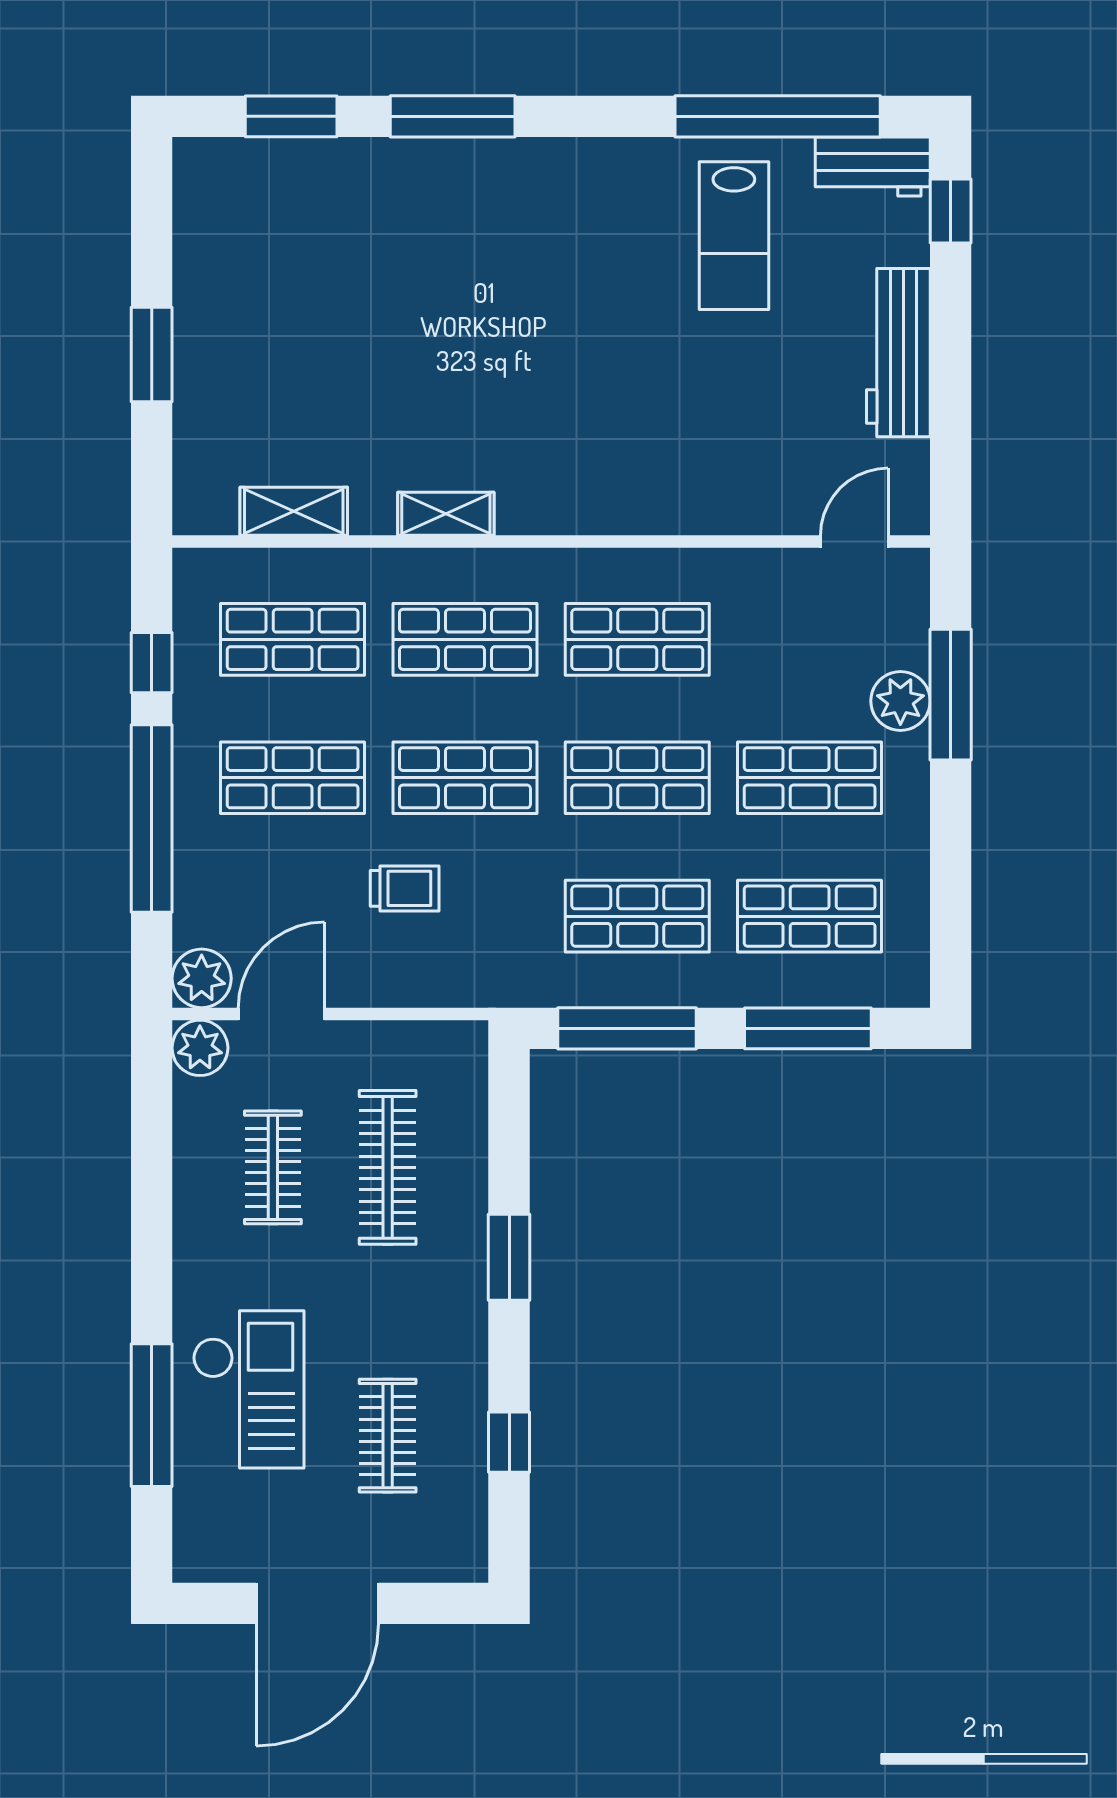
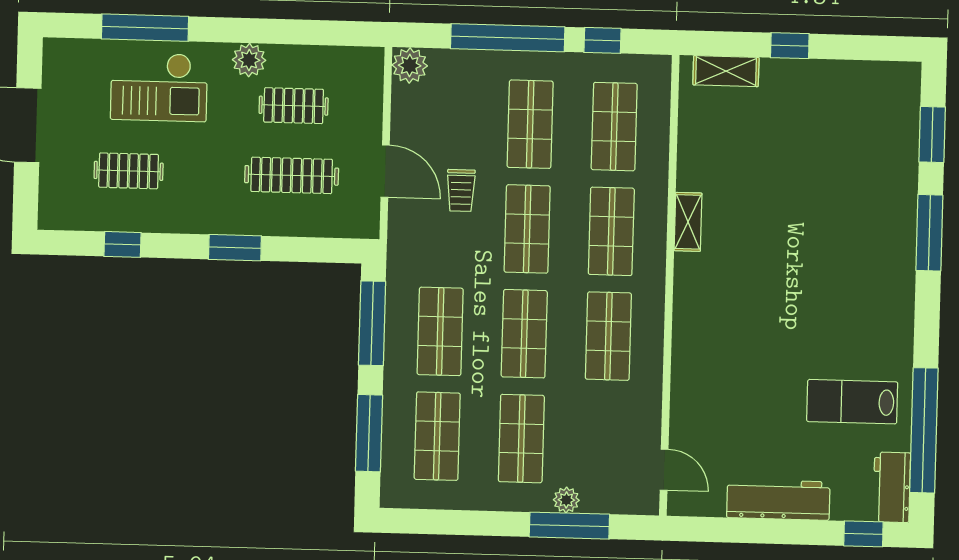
window: (152, 355) -> (790, 46), width x0.67
shelving: (294, 511) -> (726, 71), moved, turned 90
plant: (900, 701) -> (566, 500), width x0.73, depth x0.73
door: (281, 1014) -> (385, 171), moved
plant: (200, 1048) -> (249, 60), moved

